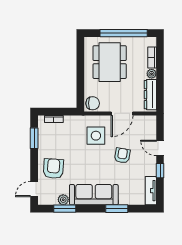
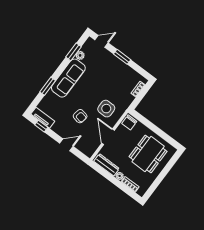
window: (124, 33) -> (160, 178), removed
dining table: (110, 62) -> (148, 154), turned 90
window: (34, 138) -> (122, 57), moved
armchair: (53, 169) -> (105, 64), removed
window: (160, 171) -> (41, 126), moved
door: (34, 189) -> (101, 41), hinge flipped

